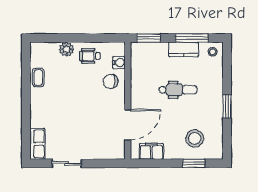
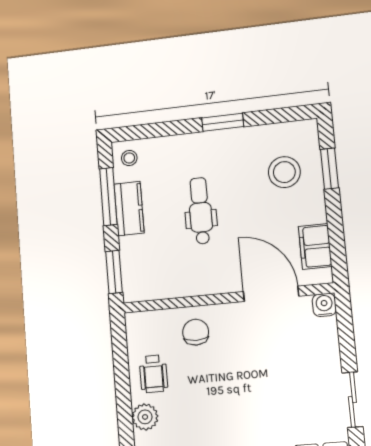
water cooler: (119, 63) -> (324, 305), moved
chair: (111, 81) -> (196, 332), turned 180

